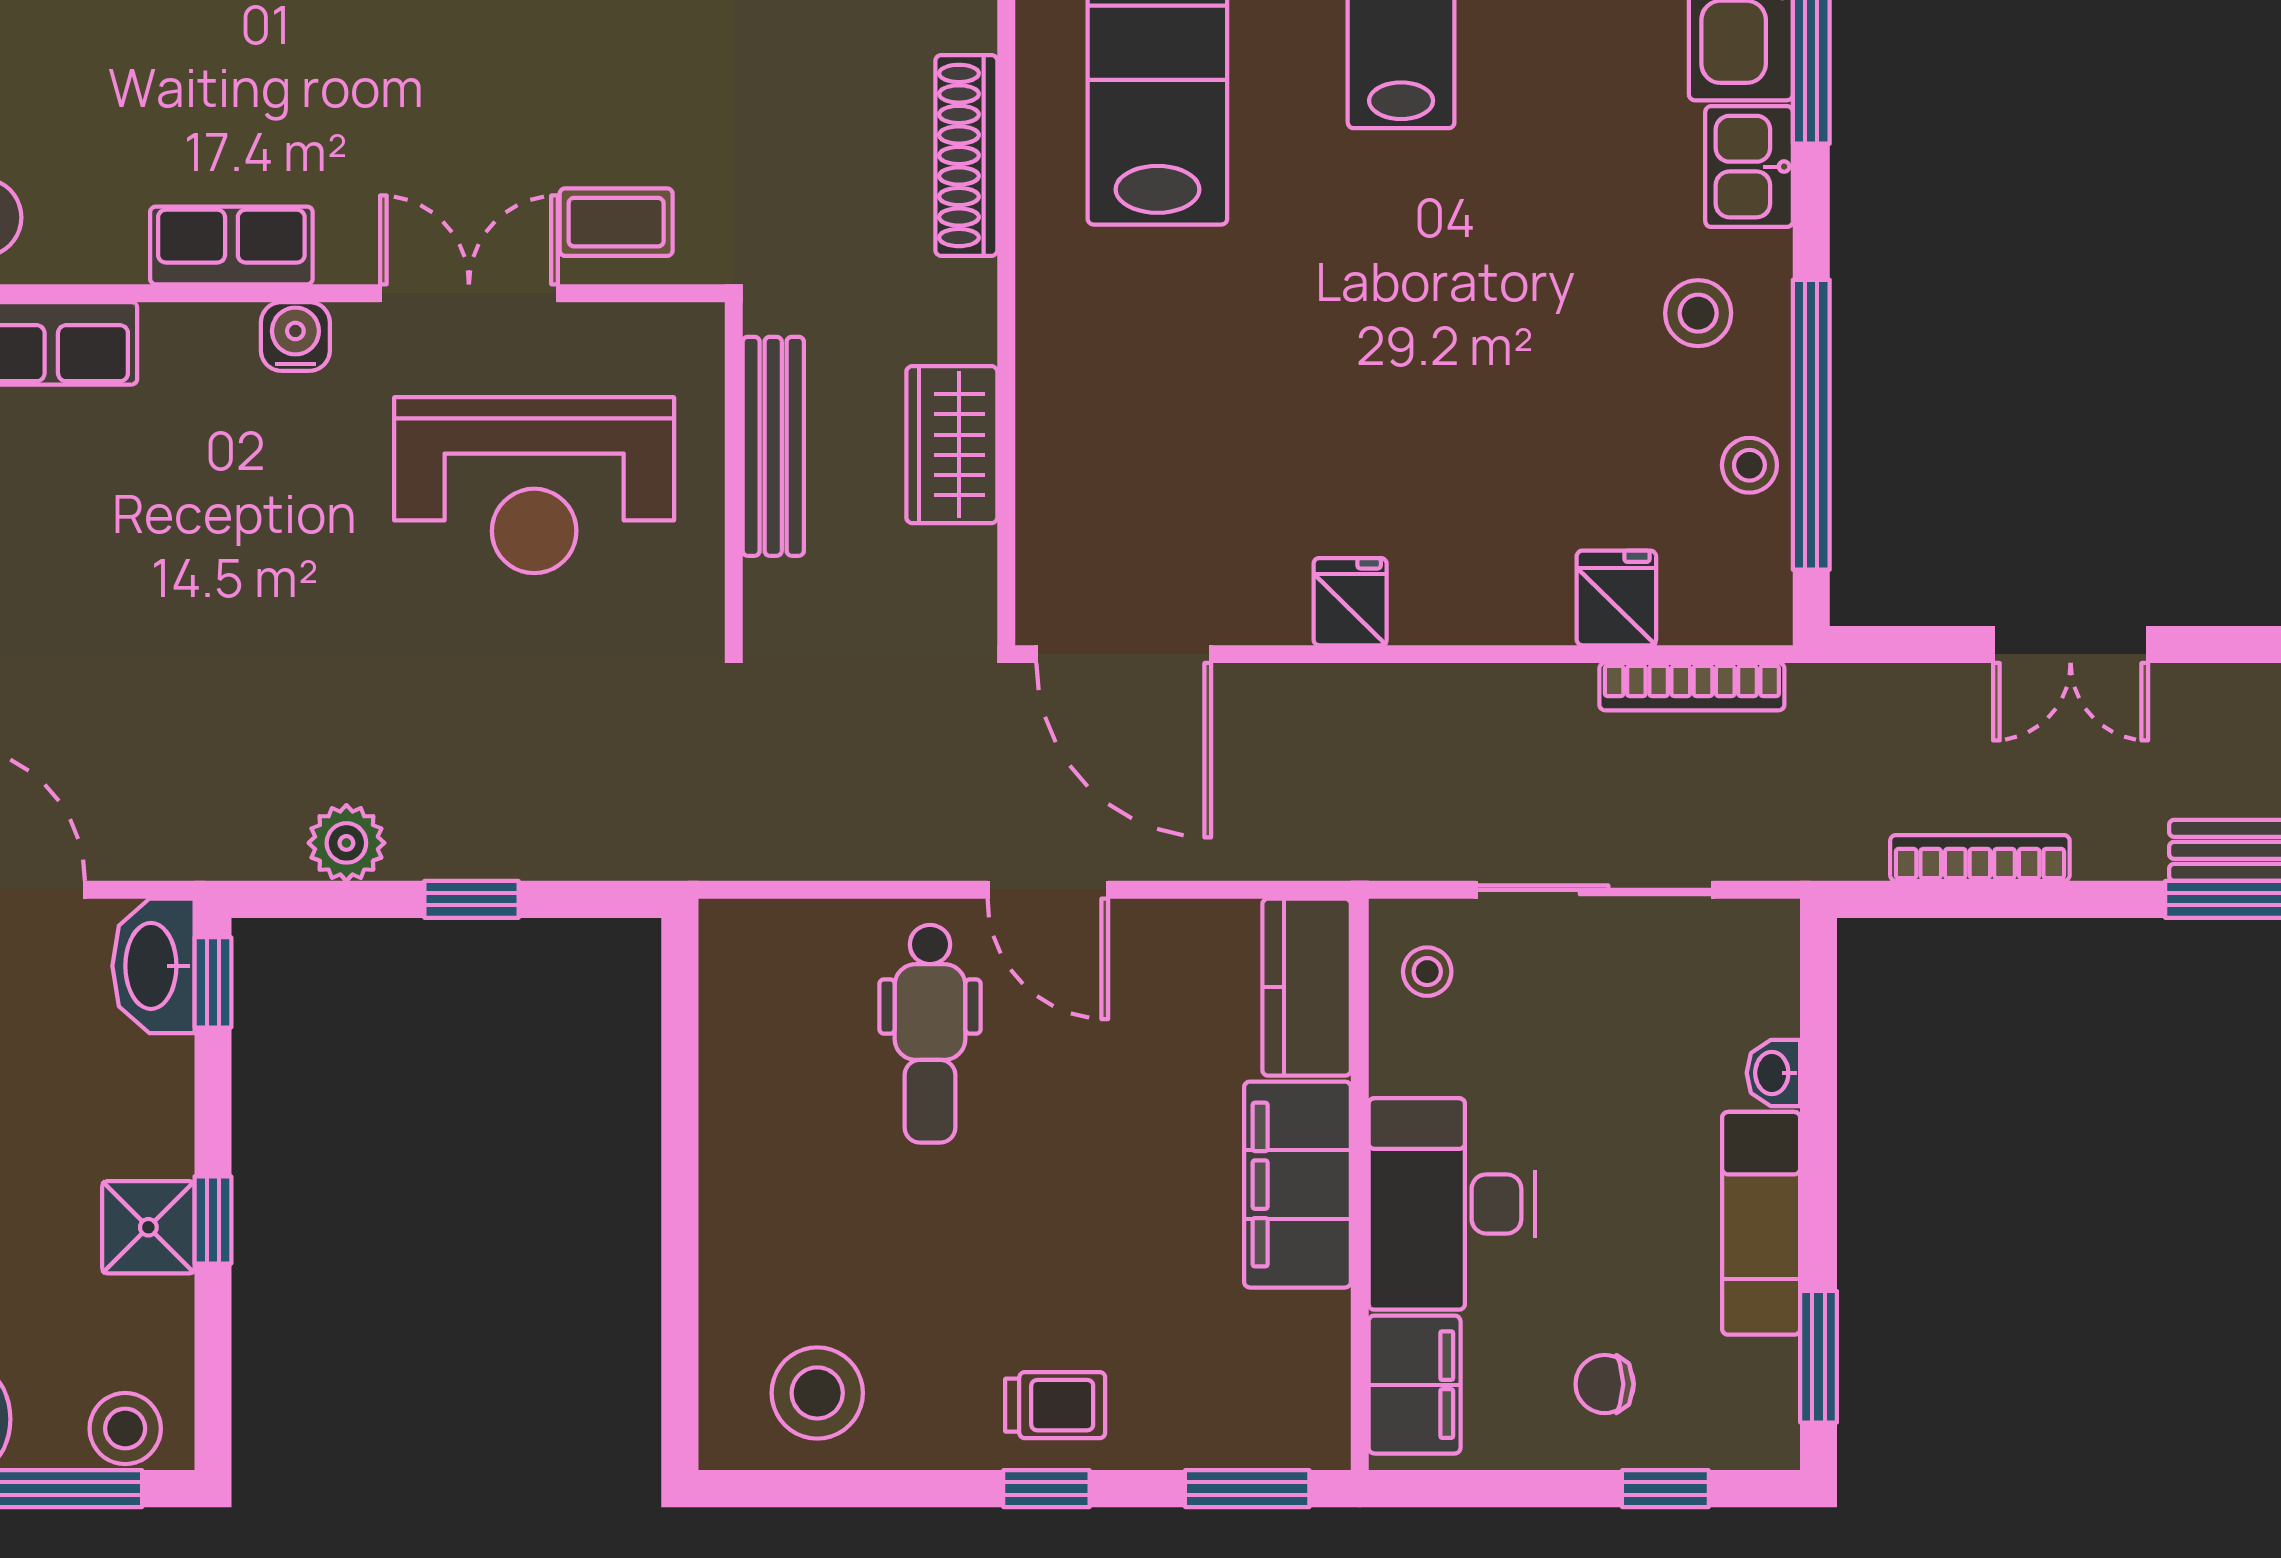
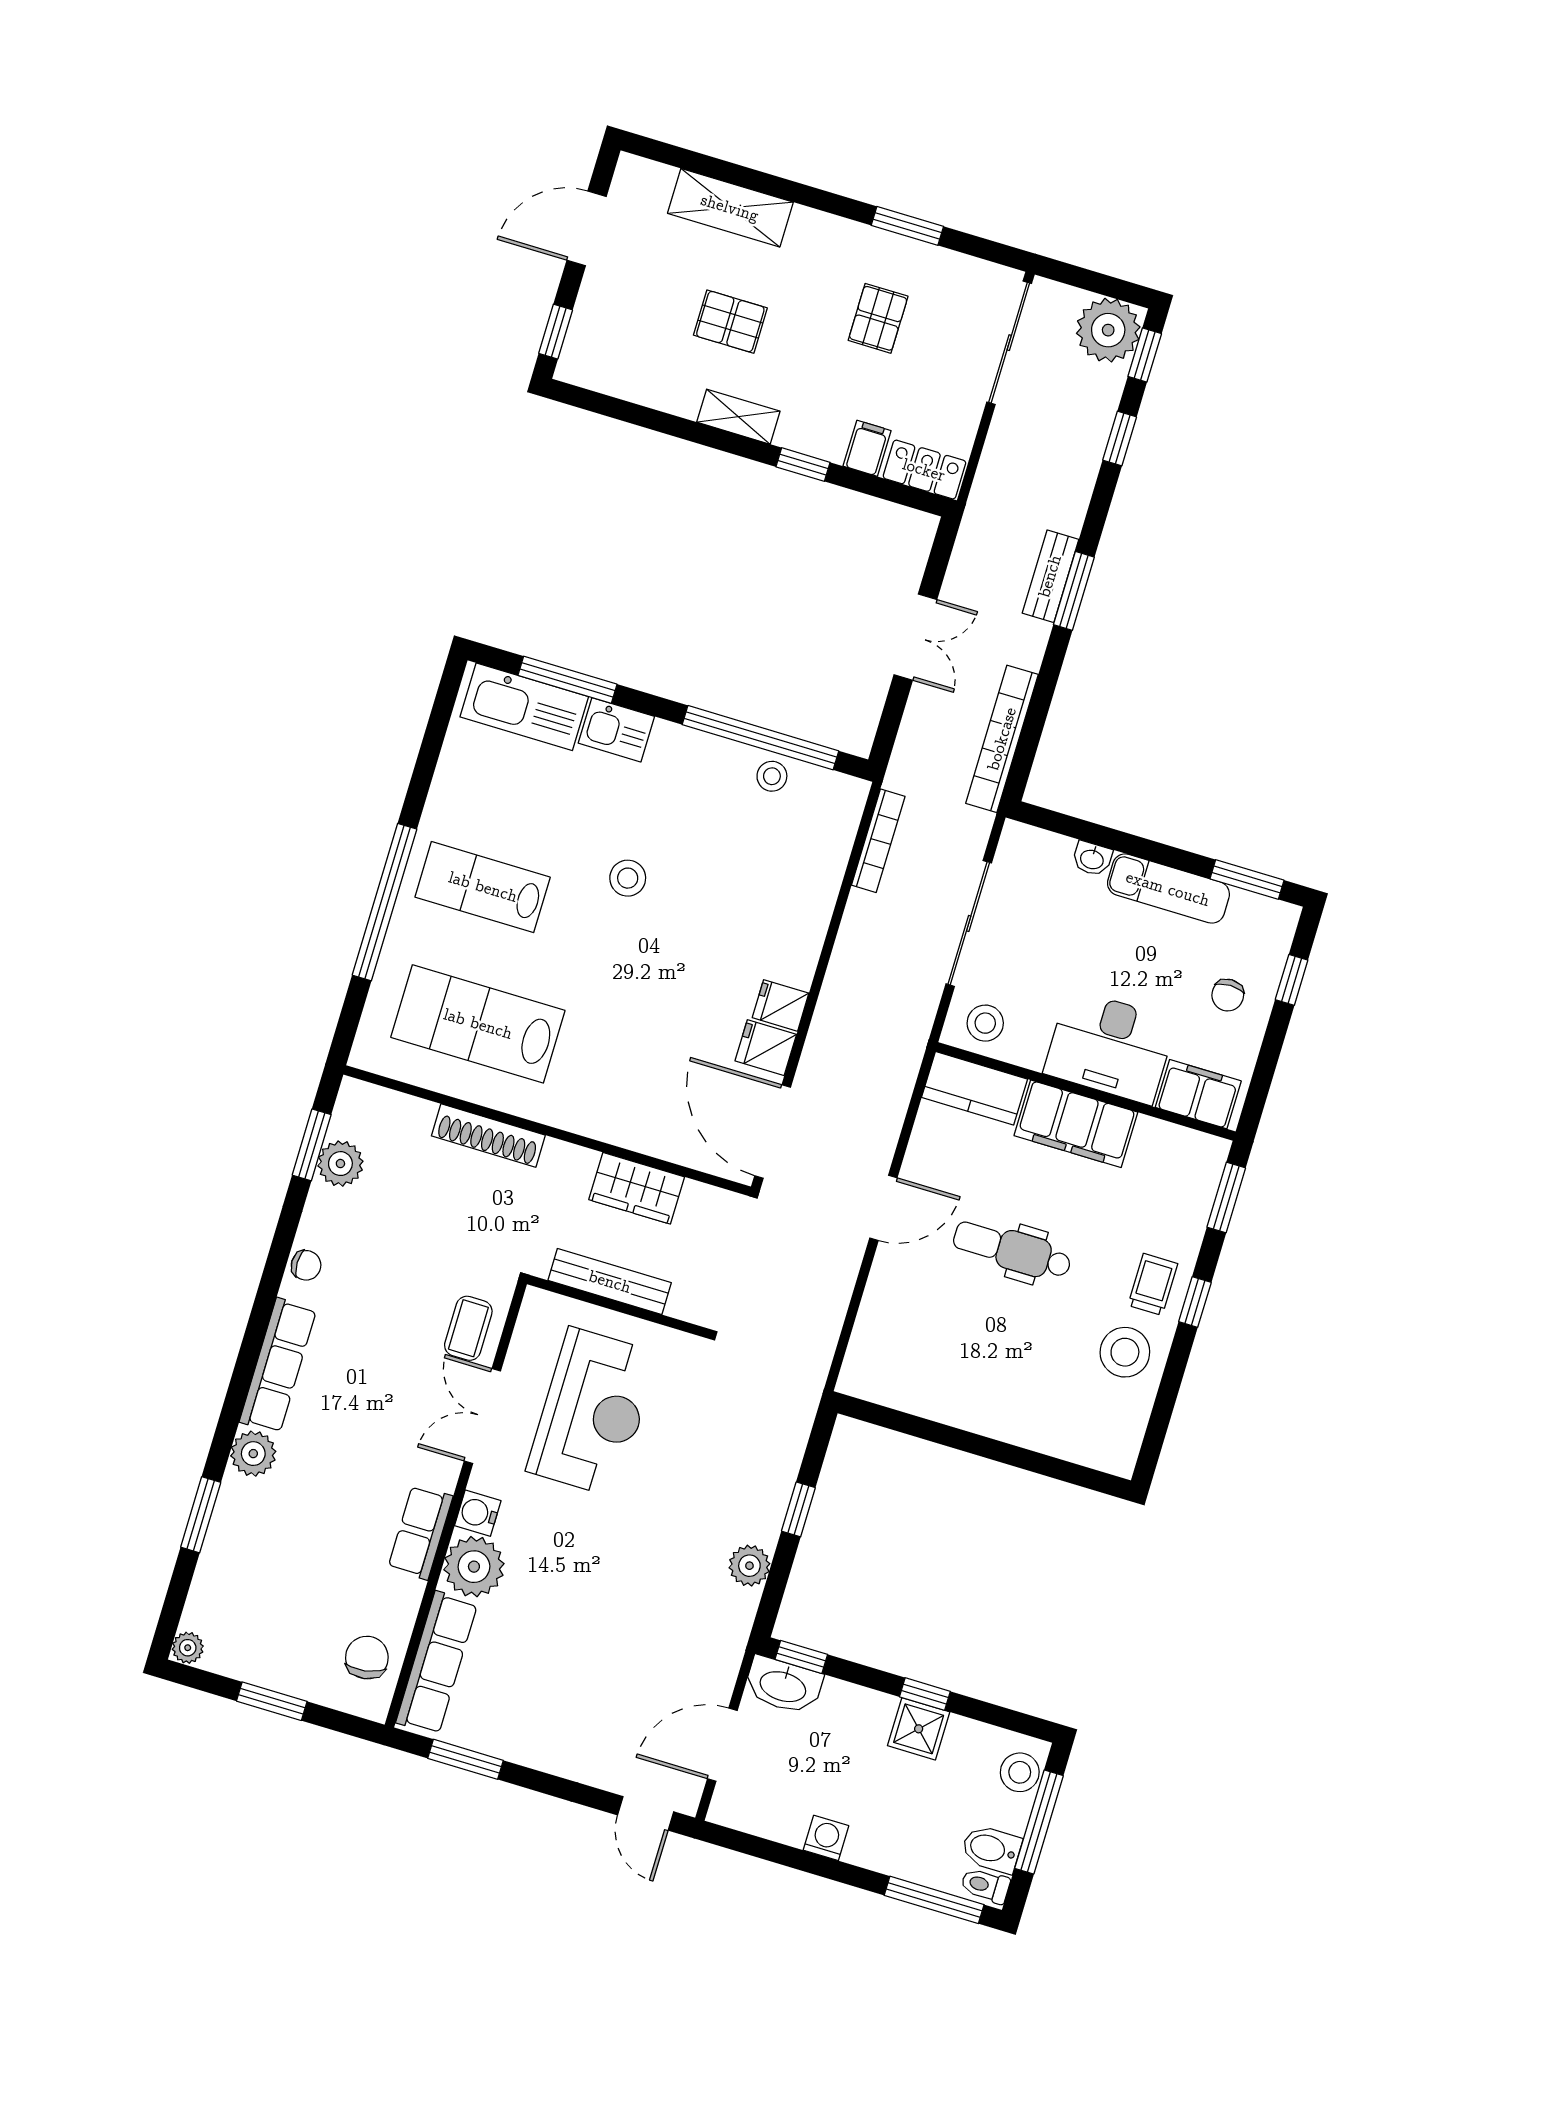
stool: (1698, 313) -> (628, 878), moved
plant: (199, 358) -> (474, 1567), added
fridge: (1616, 598) -> (766, 1048), moved
door: (1124, 654) -> (773, 1131), swing flipped
bookcase: (1980, 858) -> (1002, 739), width x1.48, depth x1.31
stool: (1427, 972) -> (985, 1023), width x1.37, depth x1.37
dental chair: (930, 1034) -> (1012, 1250), moved, turned 180
stool: (817, 1393) -> (1125, 1352), moved

